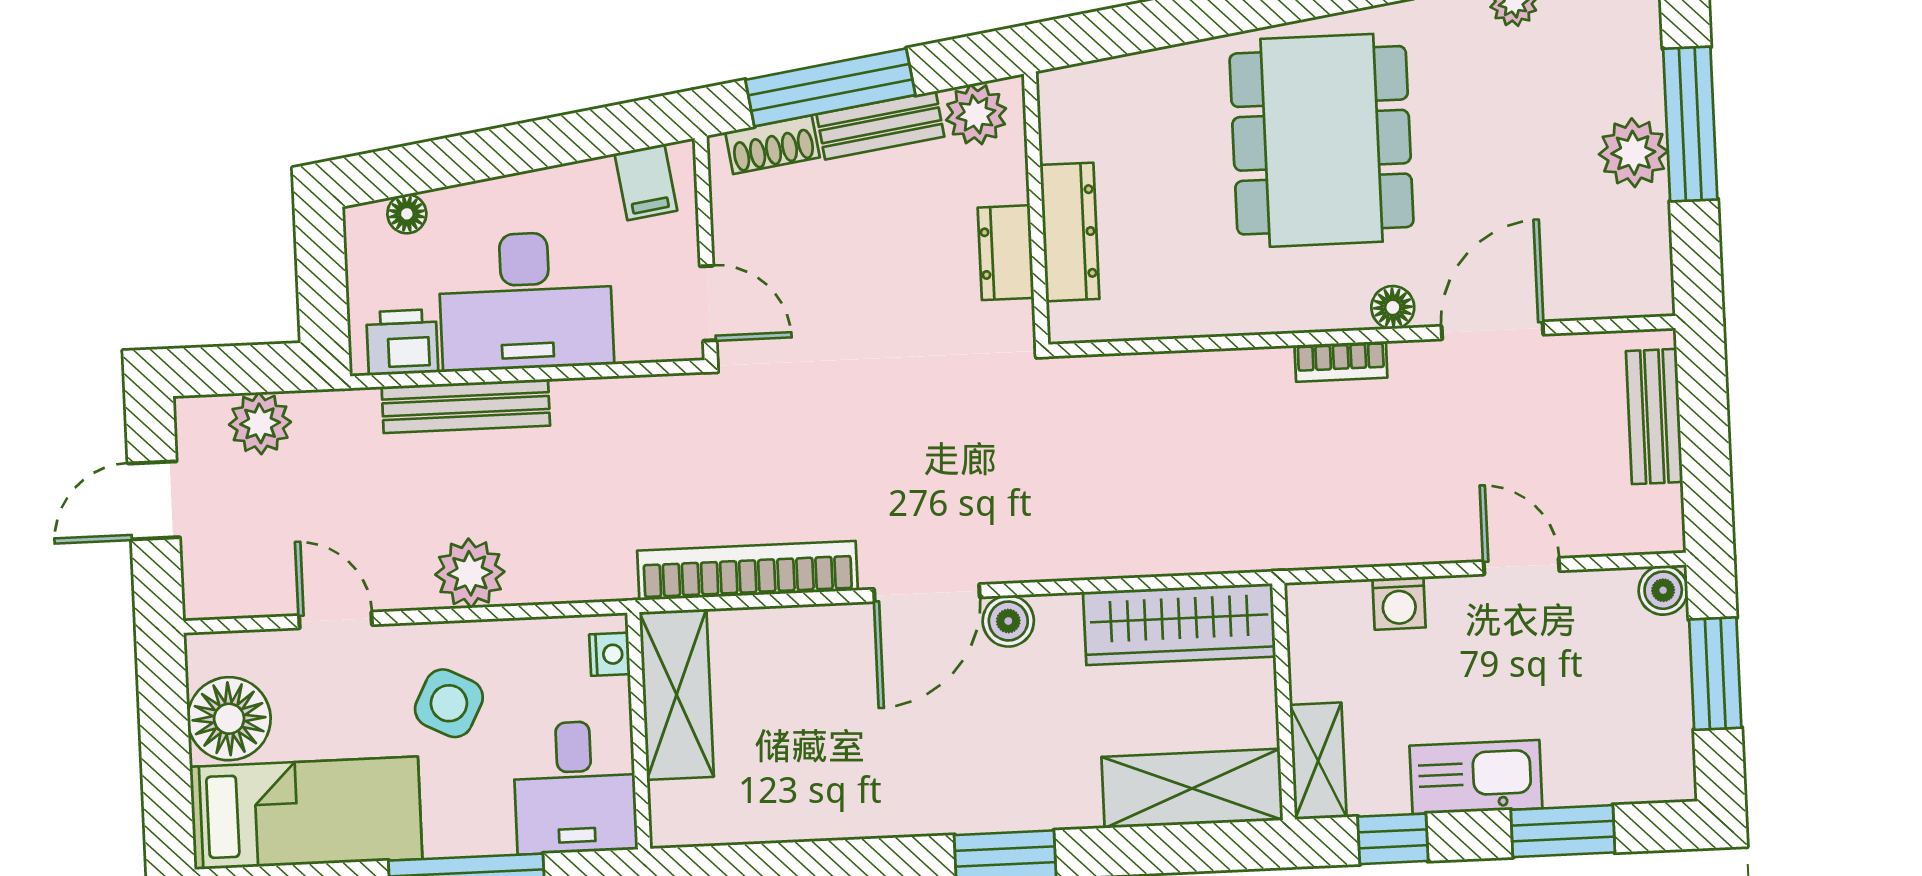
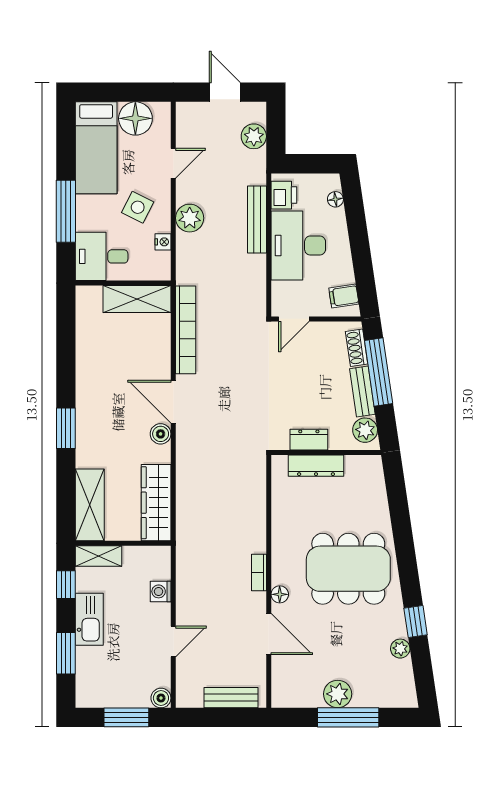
nightstand: (610, 654) -> (163, 242), moved, turned -90

